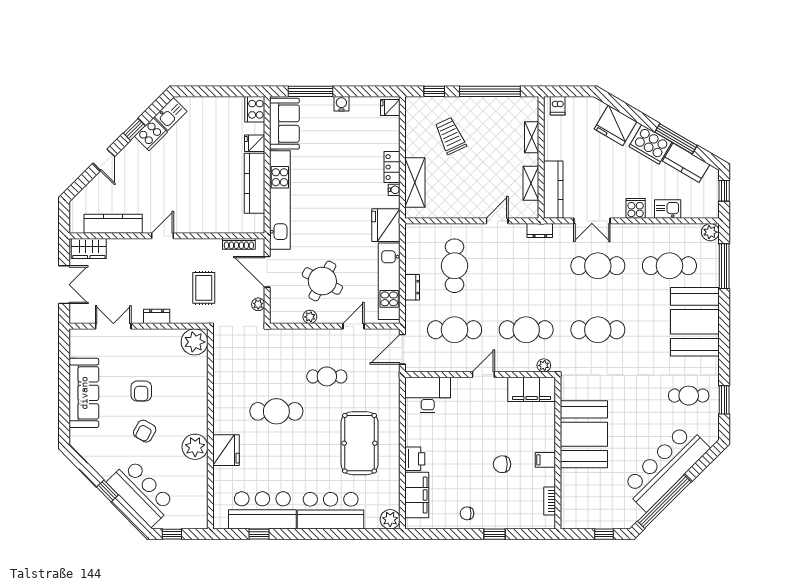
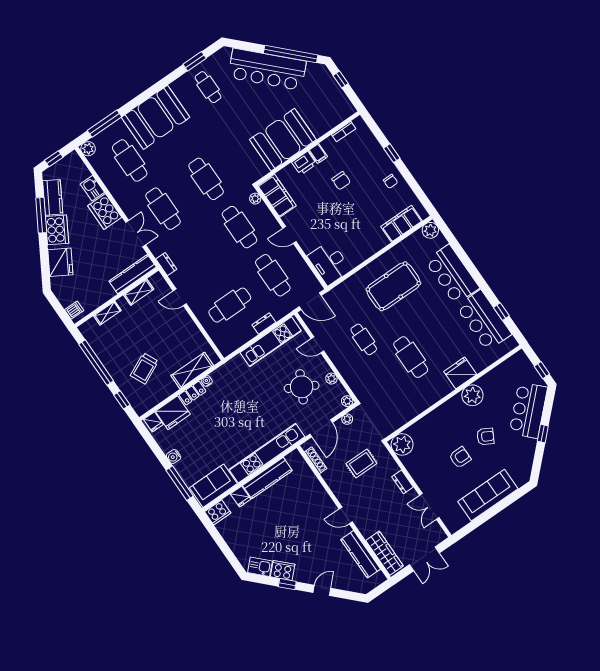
cooker: (636, 208) -> (105, 211), width x1.87, depth x1.31
fridge: (386, 225) -> (173, 413), moved
wardrobe: (89, 249) -> (384, 553), width x1.50
double door: (64, 285) -> (424, 559), swing flipped
plant: (276, 317) -> (347, 401), added
printer: (415, 459) -> (304, 163), moved, turned 180

